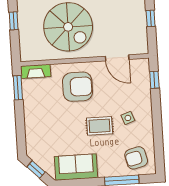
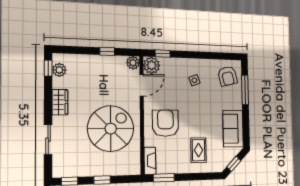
plant: (141, 47) -> (133, 63), added
plant: (140, 68) -> (152, 65), added
rug: (100, 126) -> (199, 150), moved

